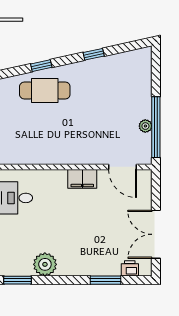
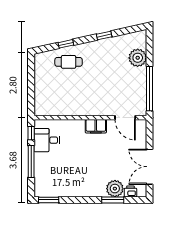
cafe table: (45, 90) -> (69, 62), width x0.73, depth x0.74
plant: (145, 126) -> (138, 58), moved, width x1.87, depth x1.87
plant: (45, 264) -> (115, 189), moved

